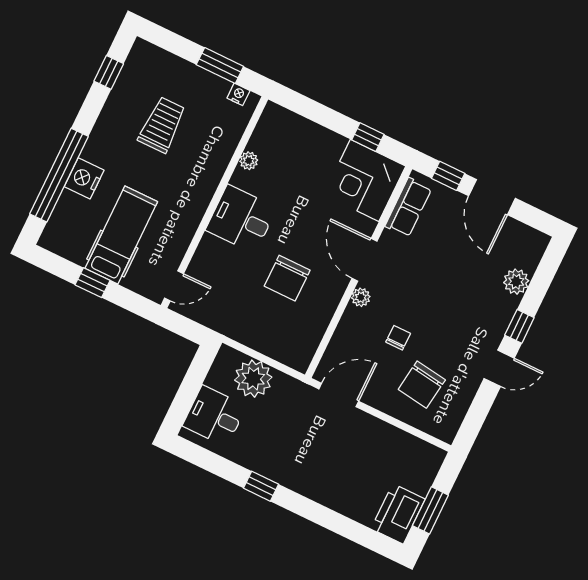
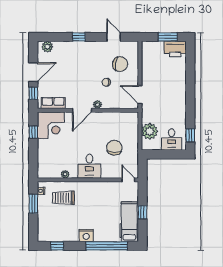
trolley: (162, 125) -> (63, 198), moved
nightstand: (84, 178) -> (86, 235), moved
hospital bed: (121, 235) -> (129, 222), moved, turned 90
chair: (287, 278) -> (114, 148), moved, turned -87
plant: (516, 282) -> (47, 47), moved
door: (499, 368) -> (114, 37), moved
window: (261, 486) -> (190, 135), moved

